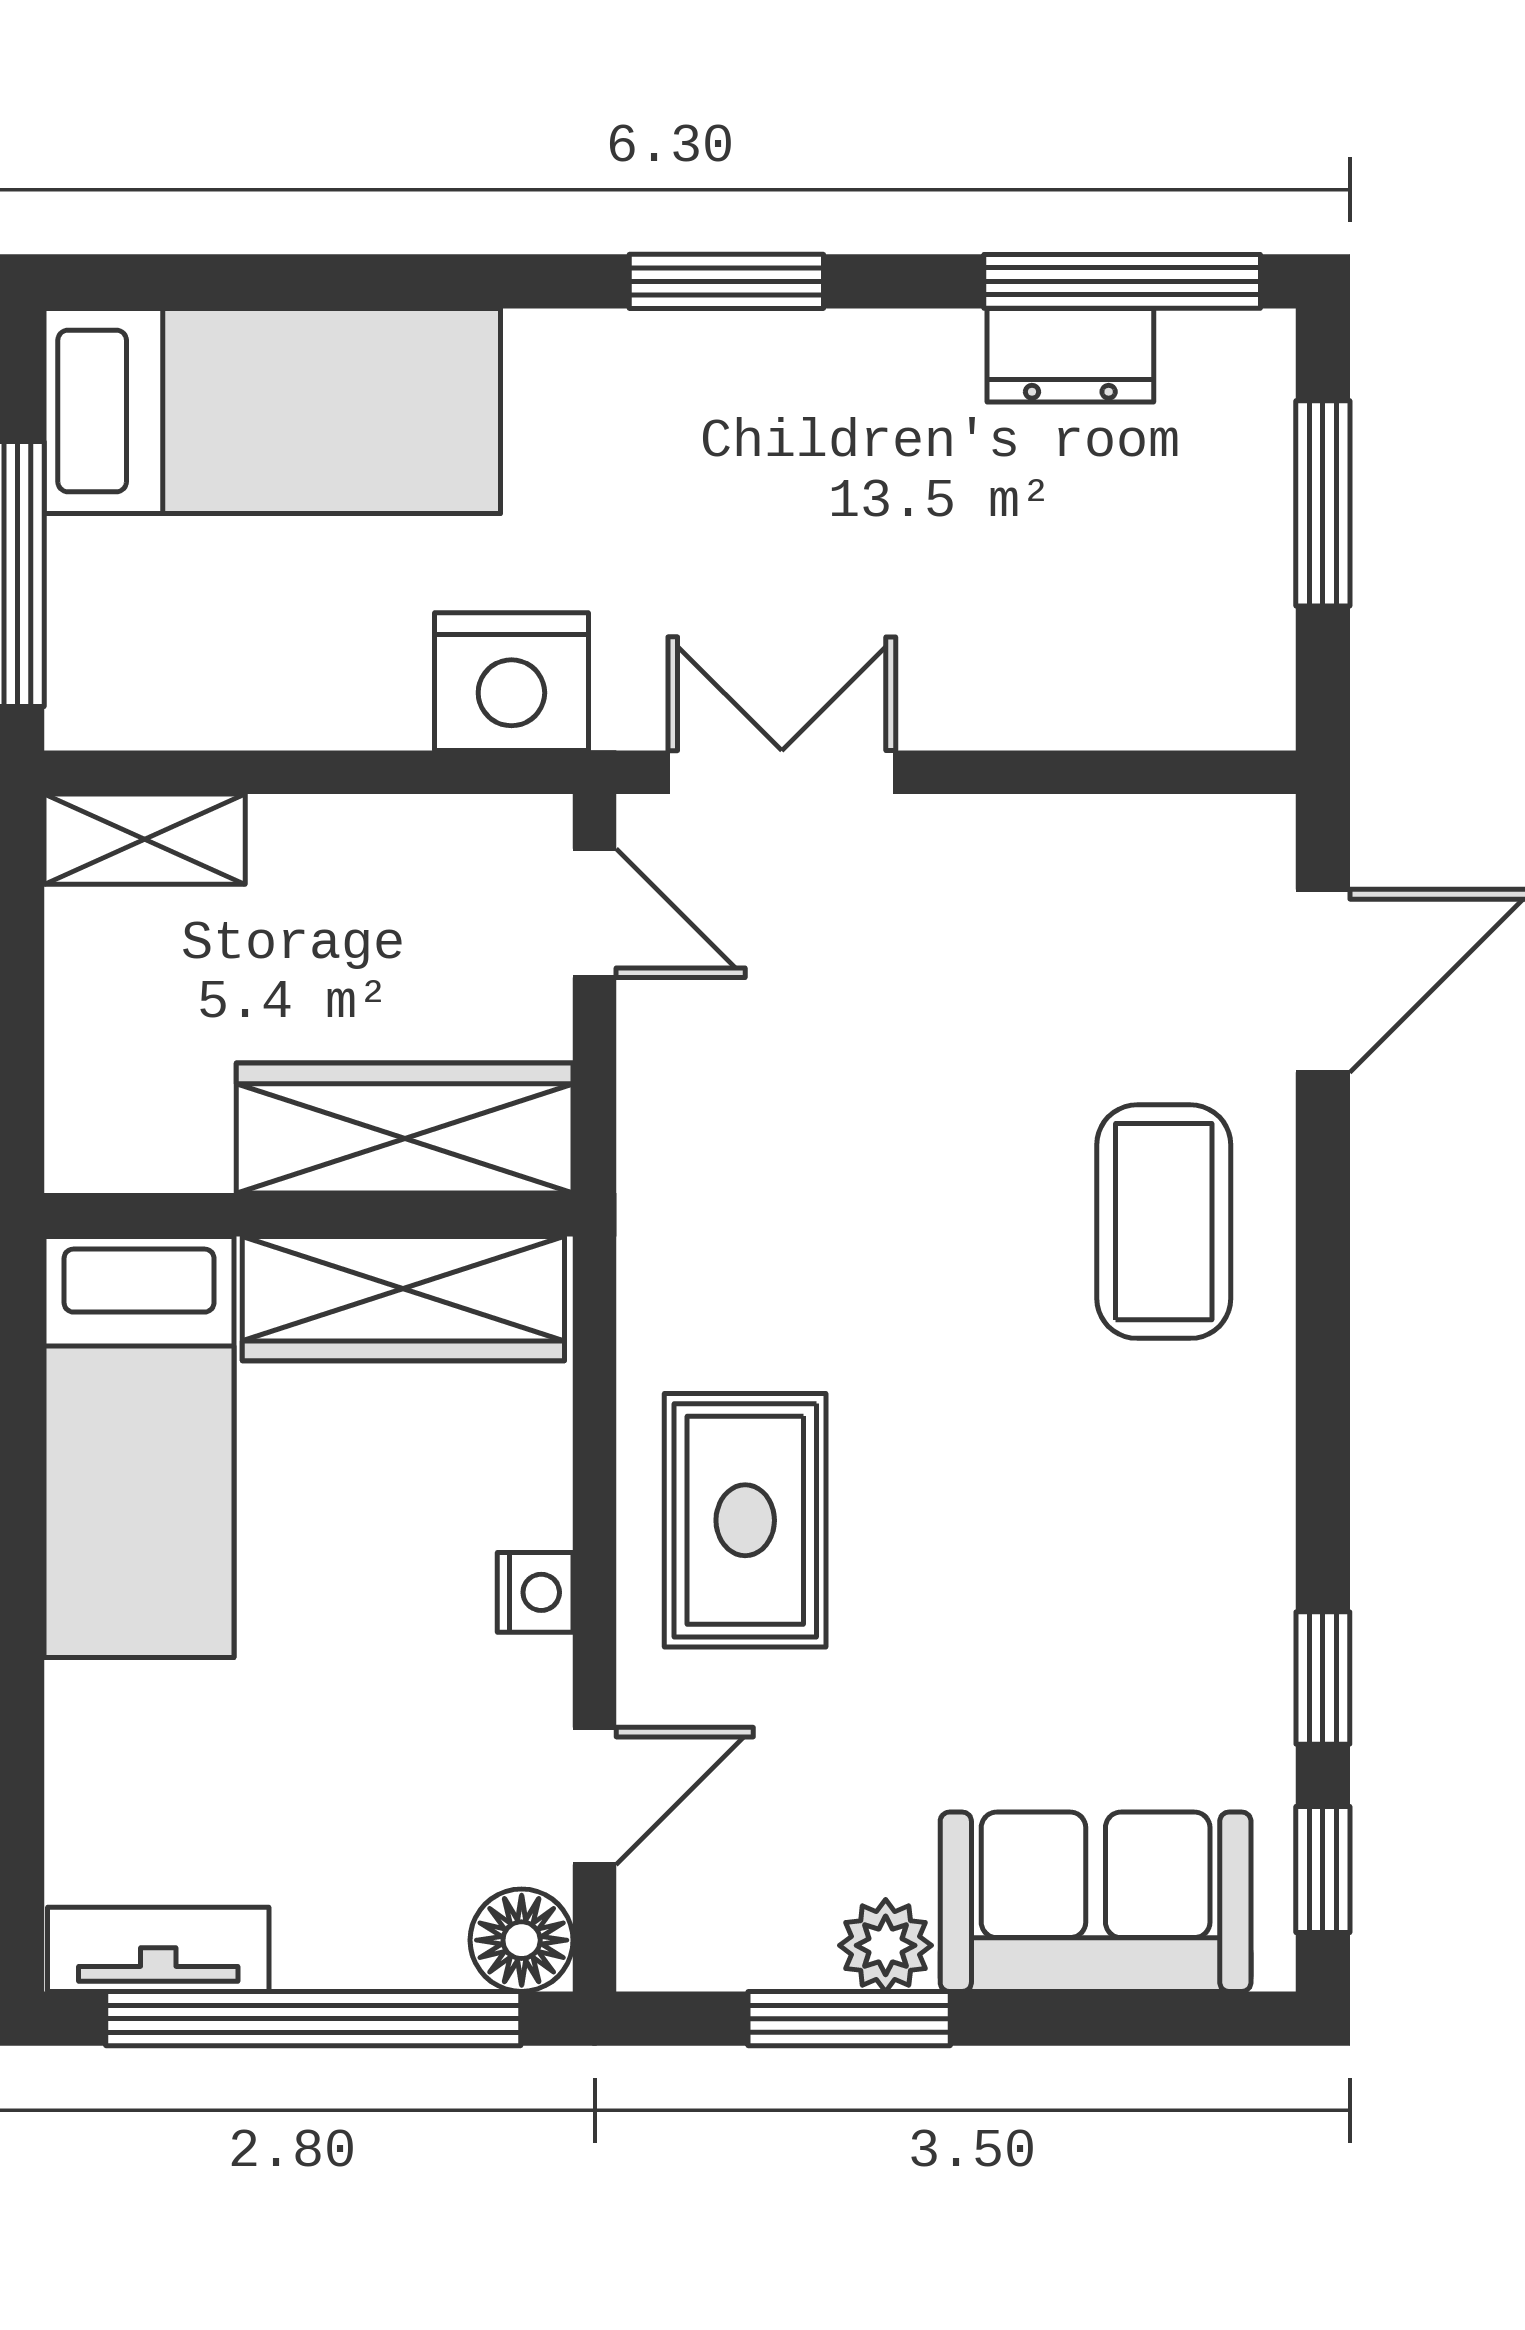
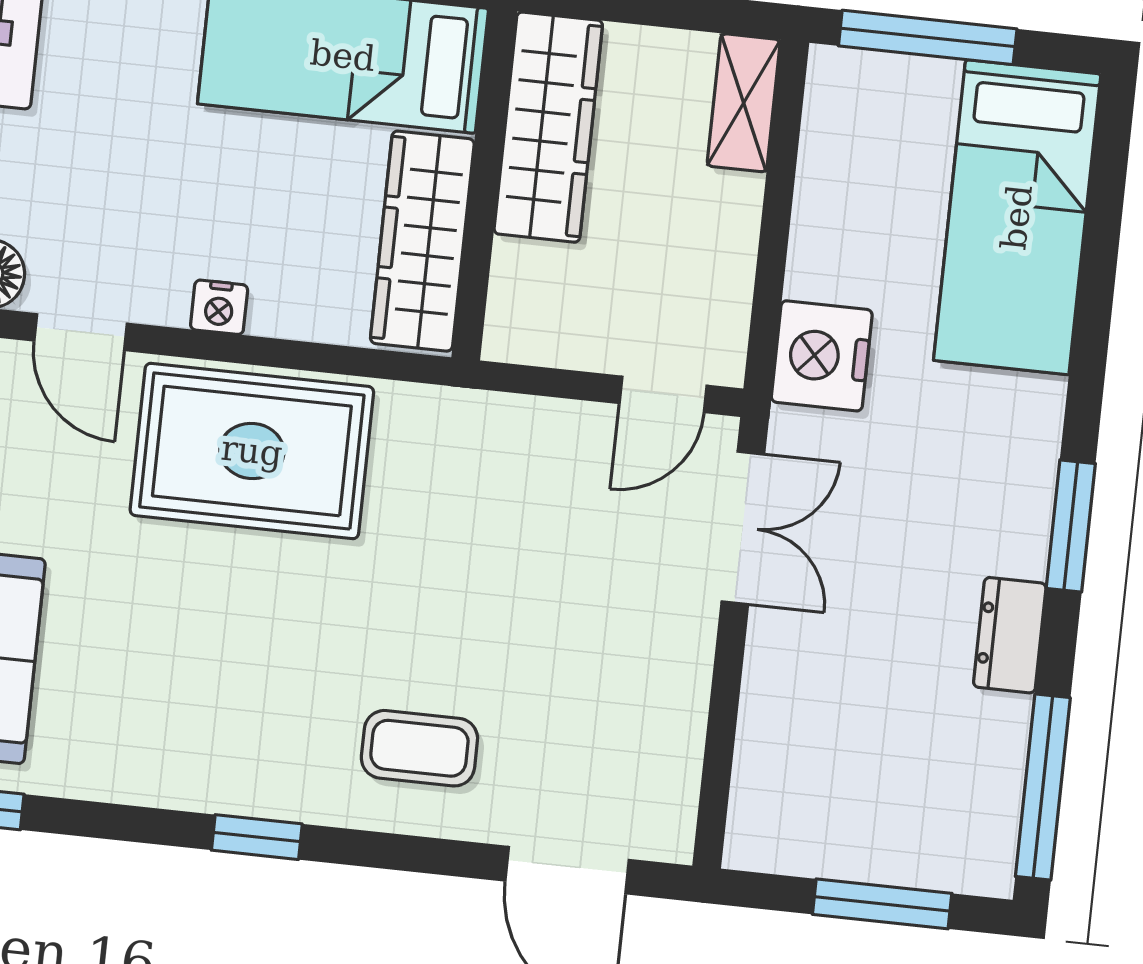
dresser: (1070, 355) -> (1010, 635), moved
wardrobe: (405, 1128) -> (548, 127), moved
coffee table: (1164, 1222) -> (419, 748), width x0.73, depth x0.77
rug: (745, 1520) -> (252, 451), width x1.36, depth x1.43
window: (1323, 1678) -> (257, 837), moved

